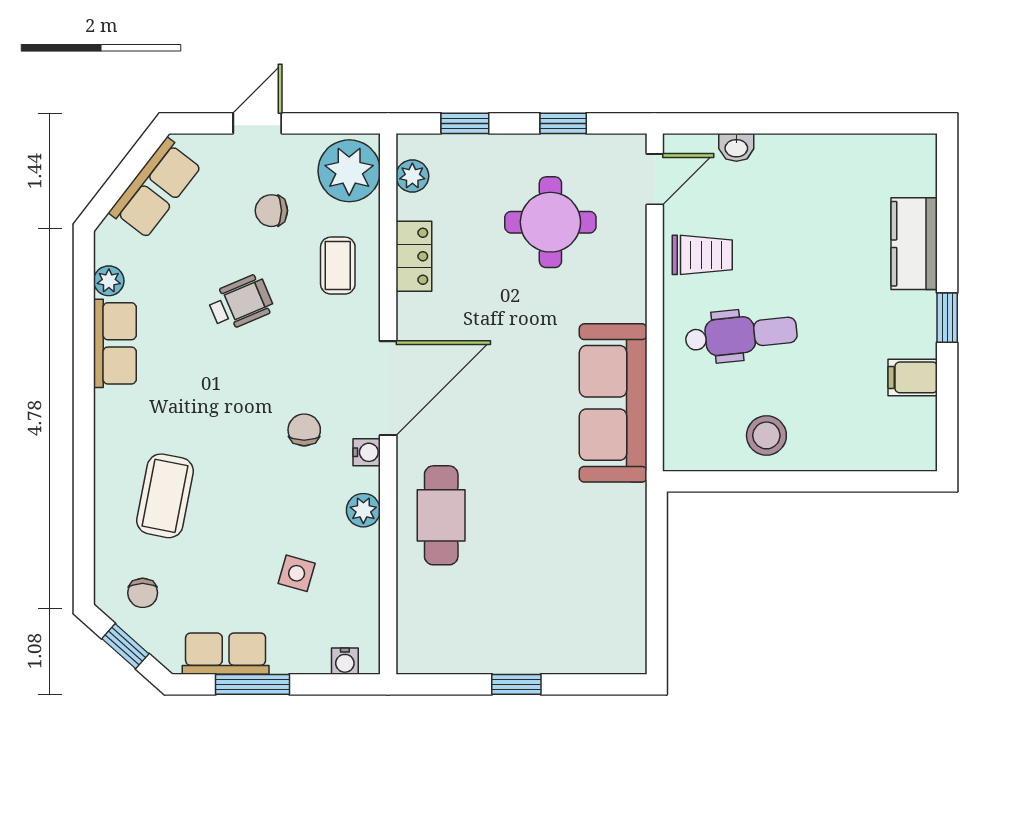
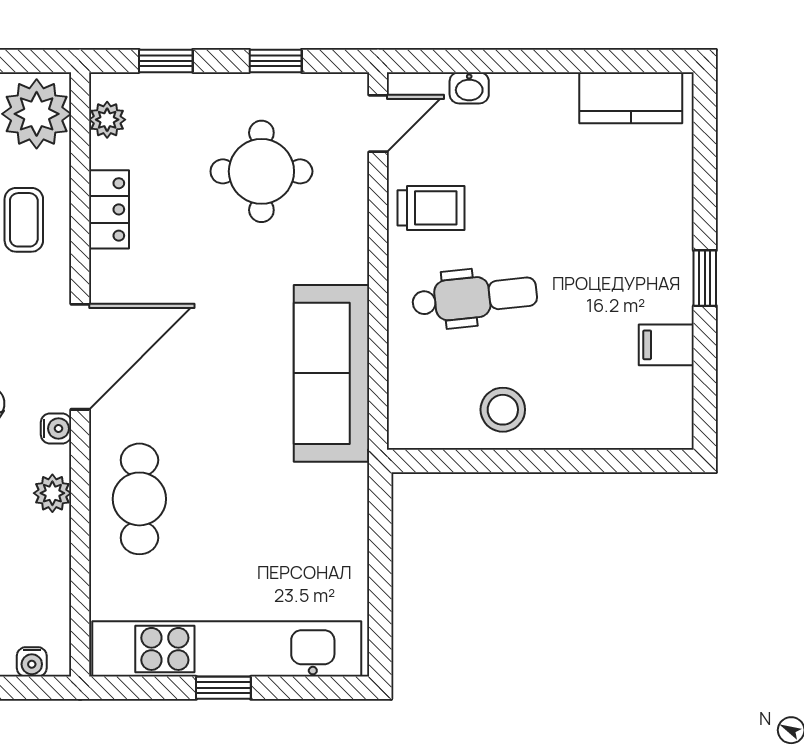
kitchen counter: (914, 244) -> (631, 98), moved, turned -90
kitchen unit: (519, 650) -> (227, 649), added

